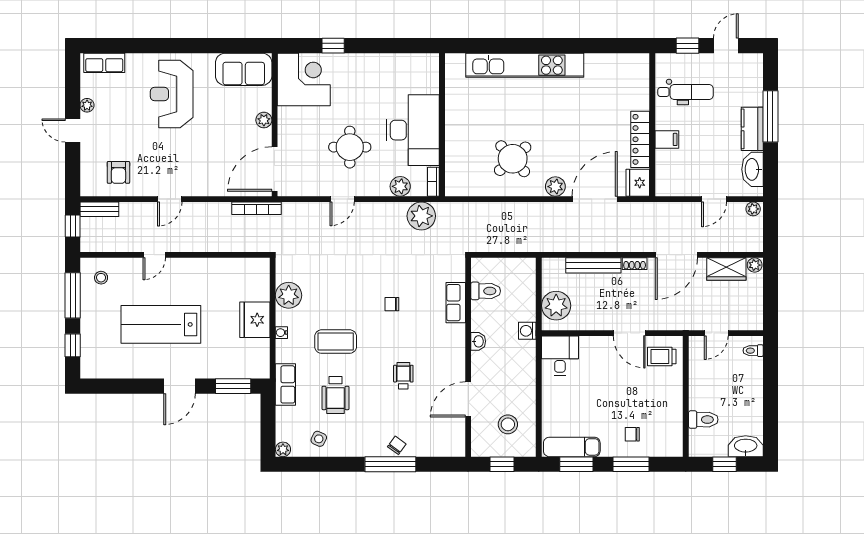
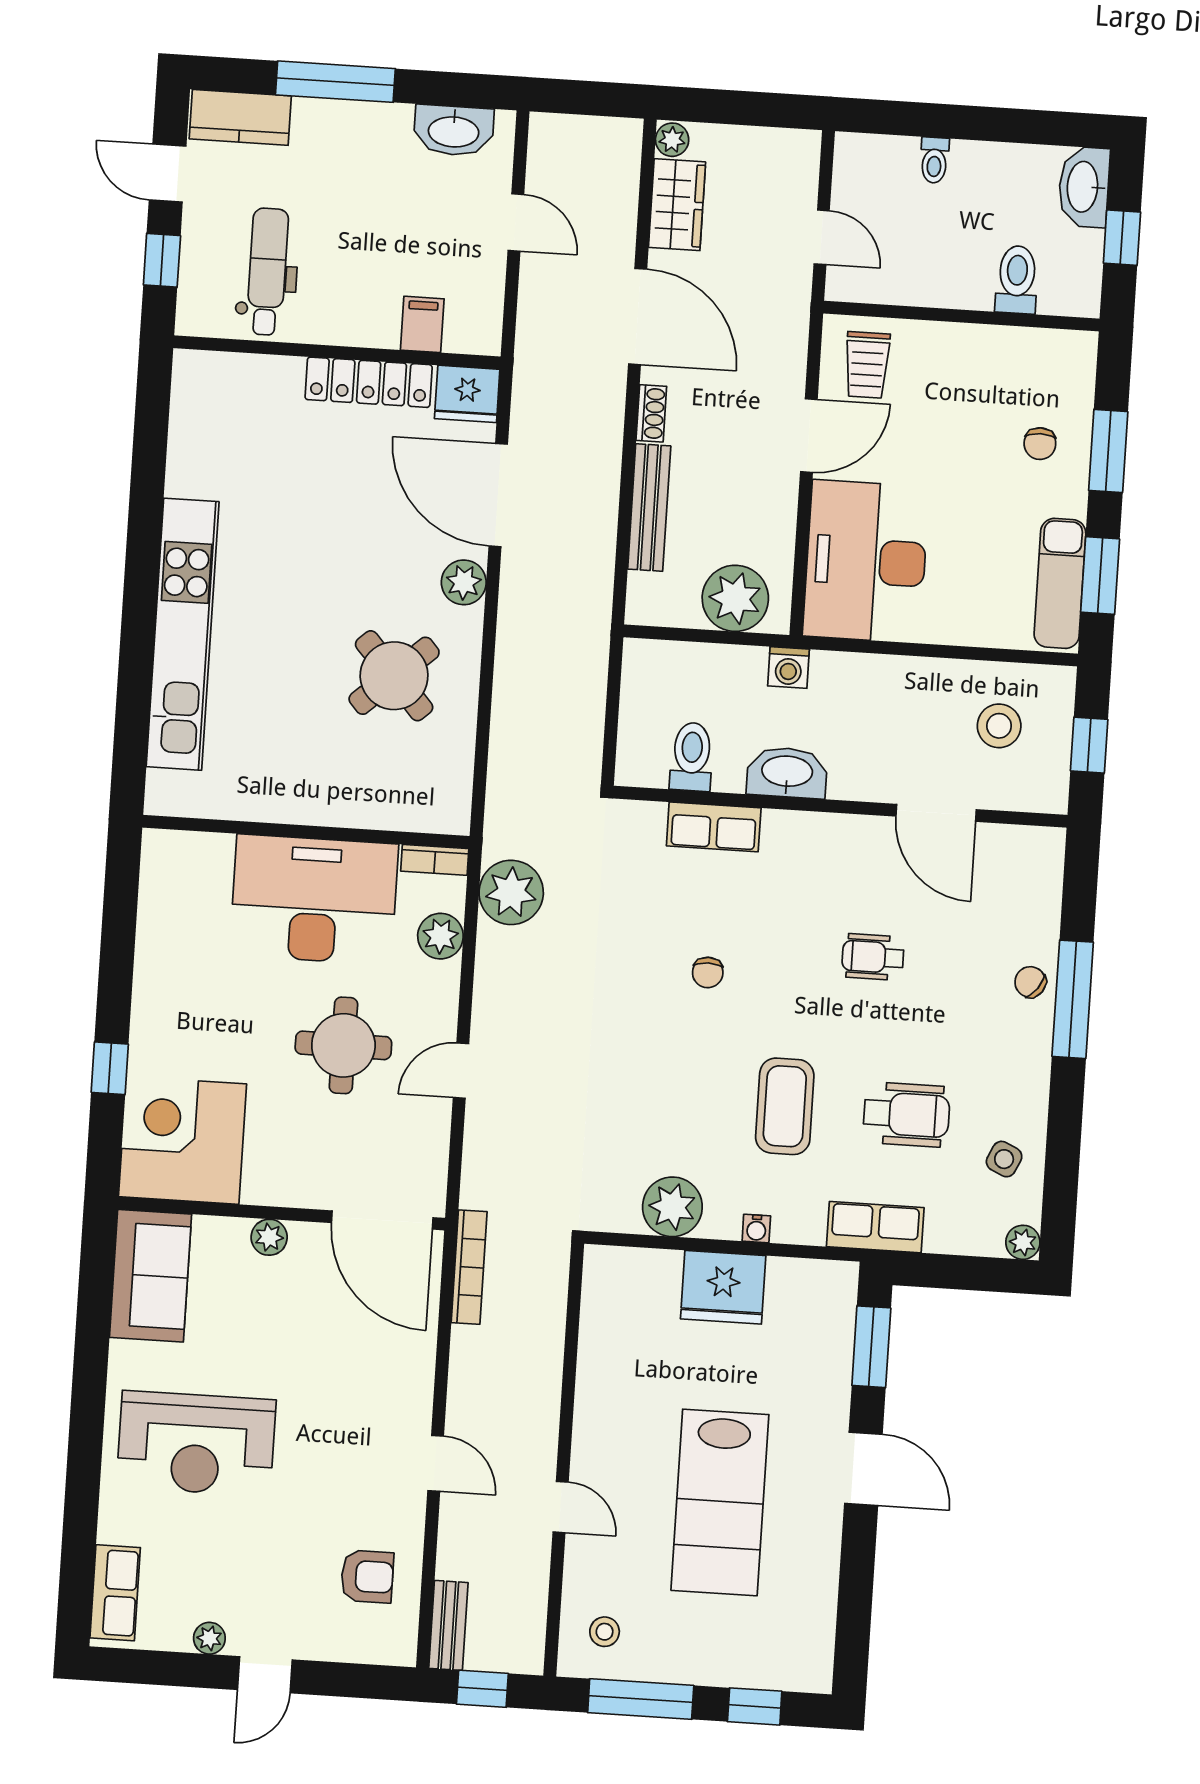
kitchen counter: (752, 129) -> (240, 117), moved
filing cabinet: (667, 139) -> (422, 324), moved
door: (342, 199) -> (461, 1071), swing flipped
plant: (753, 209) -> (544, 135), removed
washbasin: (478, 341) -> (787, 773), width x1.91, depth x1.45
toilet: (753, 351) -> (934, 160), moved
desk: (560, 356) -> (866, 561), width x1.87, depth x1.30

